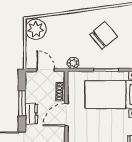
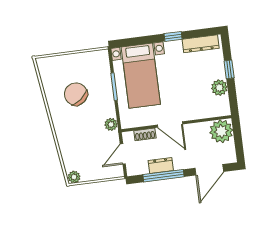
plant: (36, 29) -> (74, 177), width x0.53, depth x0.53
window: (22, 103) -> (164, 176), width x1.44
dresser: (31, 114) -> (161, 165), moved

